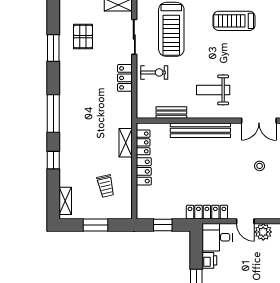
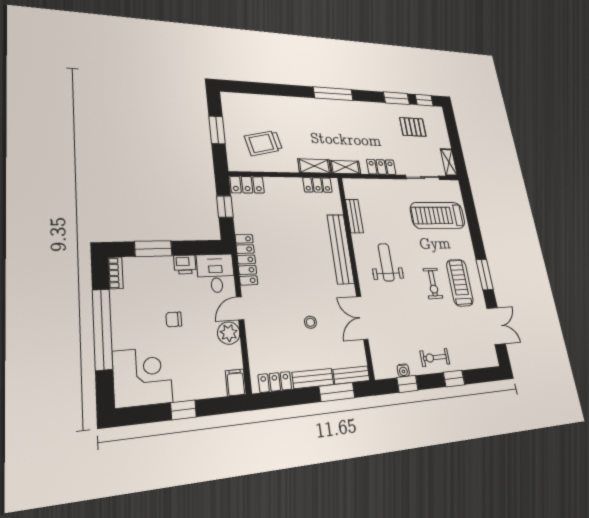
exercise bike: (154, 72) -> (433, 283), moved
window: (53, 160) -> (424, 100), moved
locker: (144, 171) -> (247, 185), moved
trolley: (106, 186) -> (263, 143), width x1.36, depth x1.39
shelving: (65, 201) -> (345, 167), moved
chair: (250, 272) -> (174, 319), added

